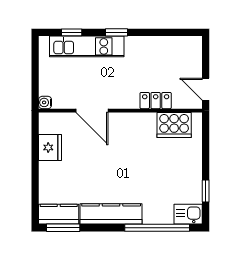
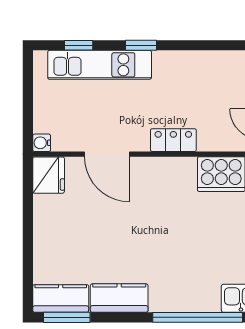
locker: (156, 101) -> (173, 140), moved
fridge: (50, 147) -> (49, 175), moved
kitchen counter: (111, 214) -> (119, 298), width x0.67

